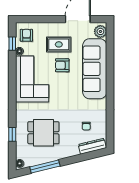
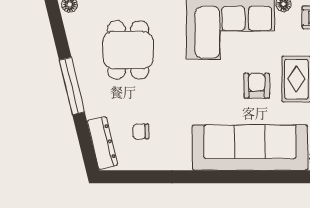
window: (45, 167) -> (72, 86), moved

